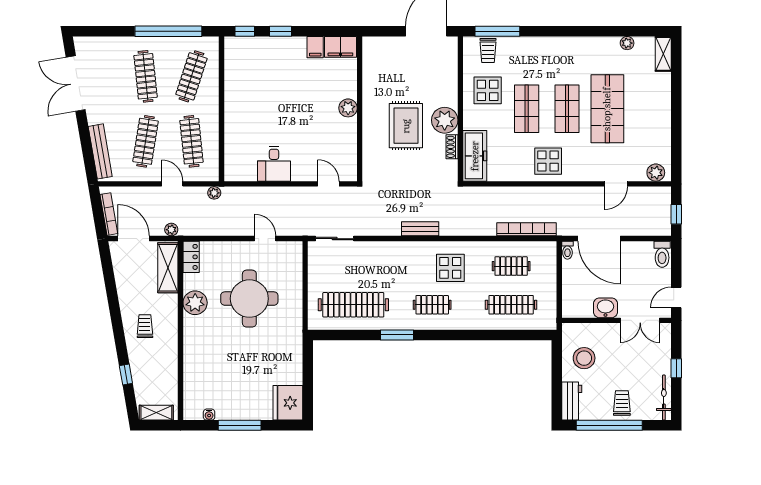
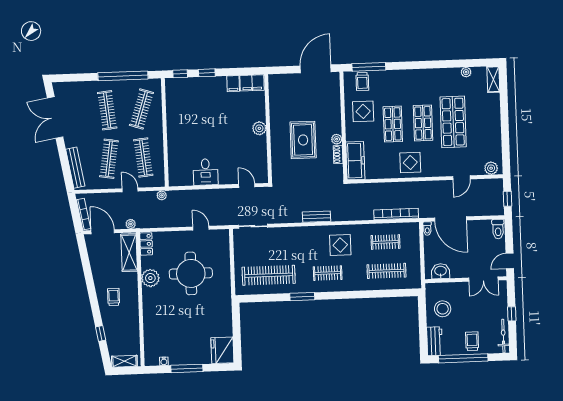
plant: (445, 120) -> (337, 139), width x0.53, depth x0.53
washbasin: (605, 308) -> (441, 271), moved

